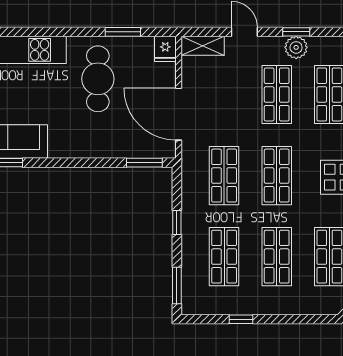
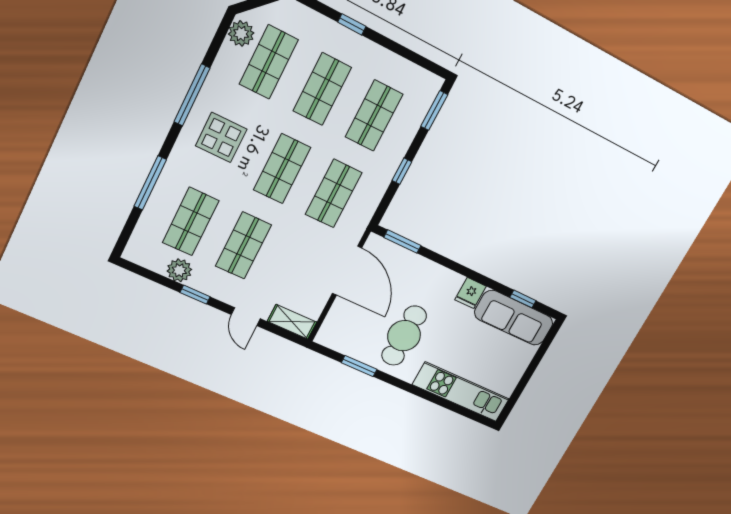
plant: (296, 47) -> (179, 270), moved
fridge: (165, 49) -> (470, 293), moved, turned 180
window: (241, 319) -> (352, 24), moved

